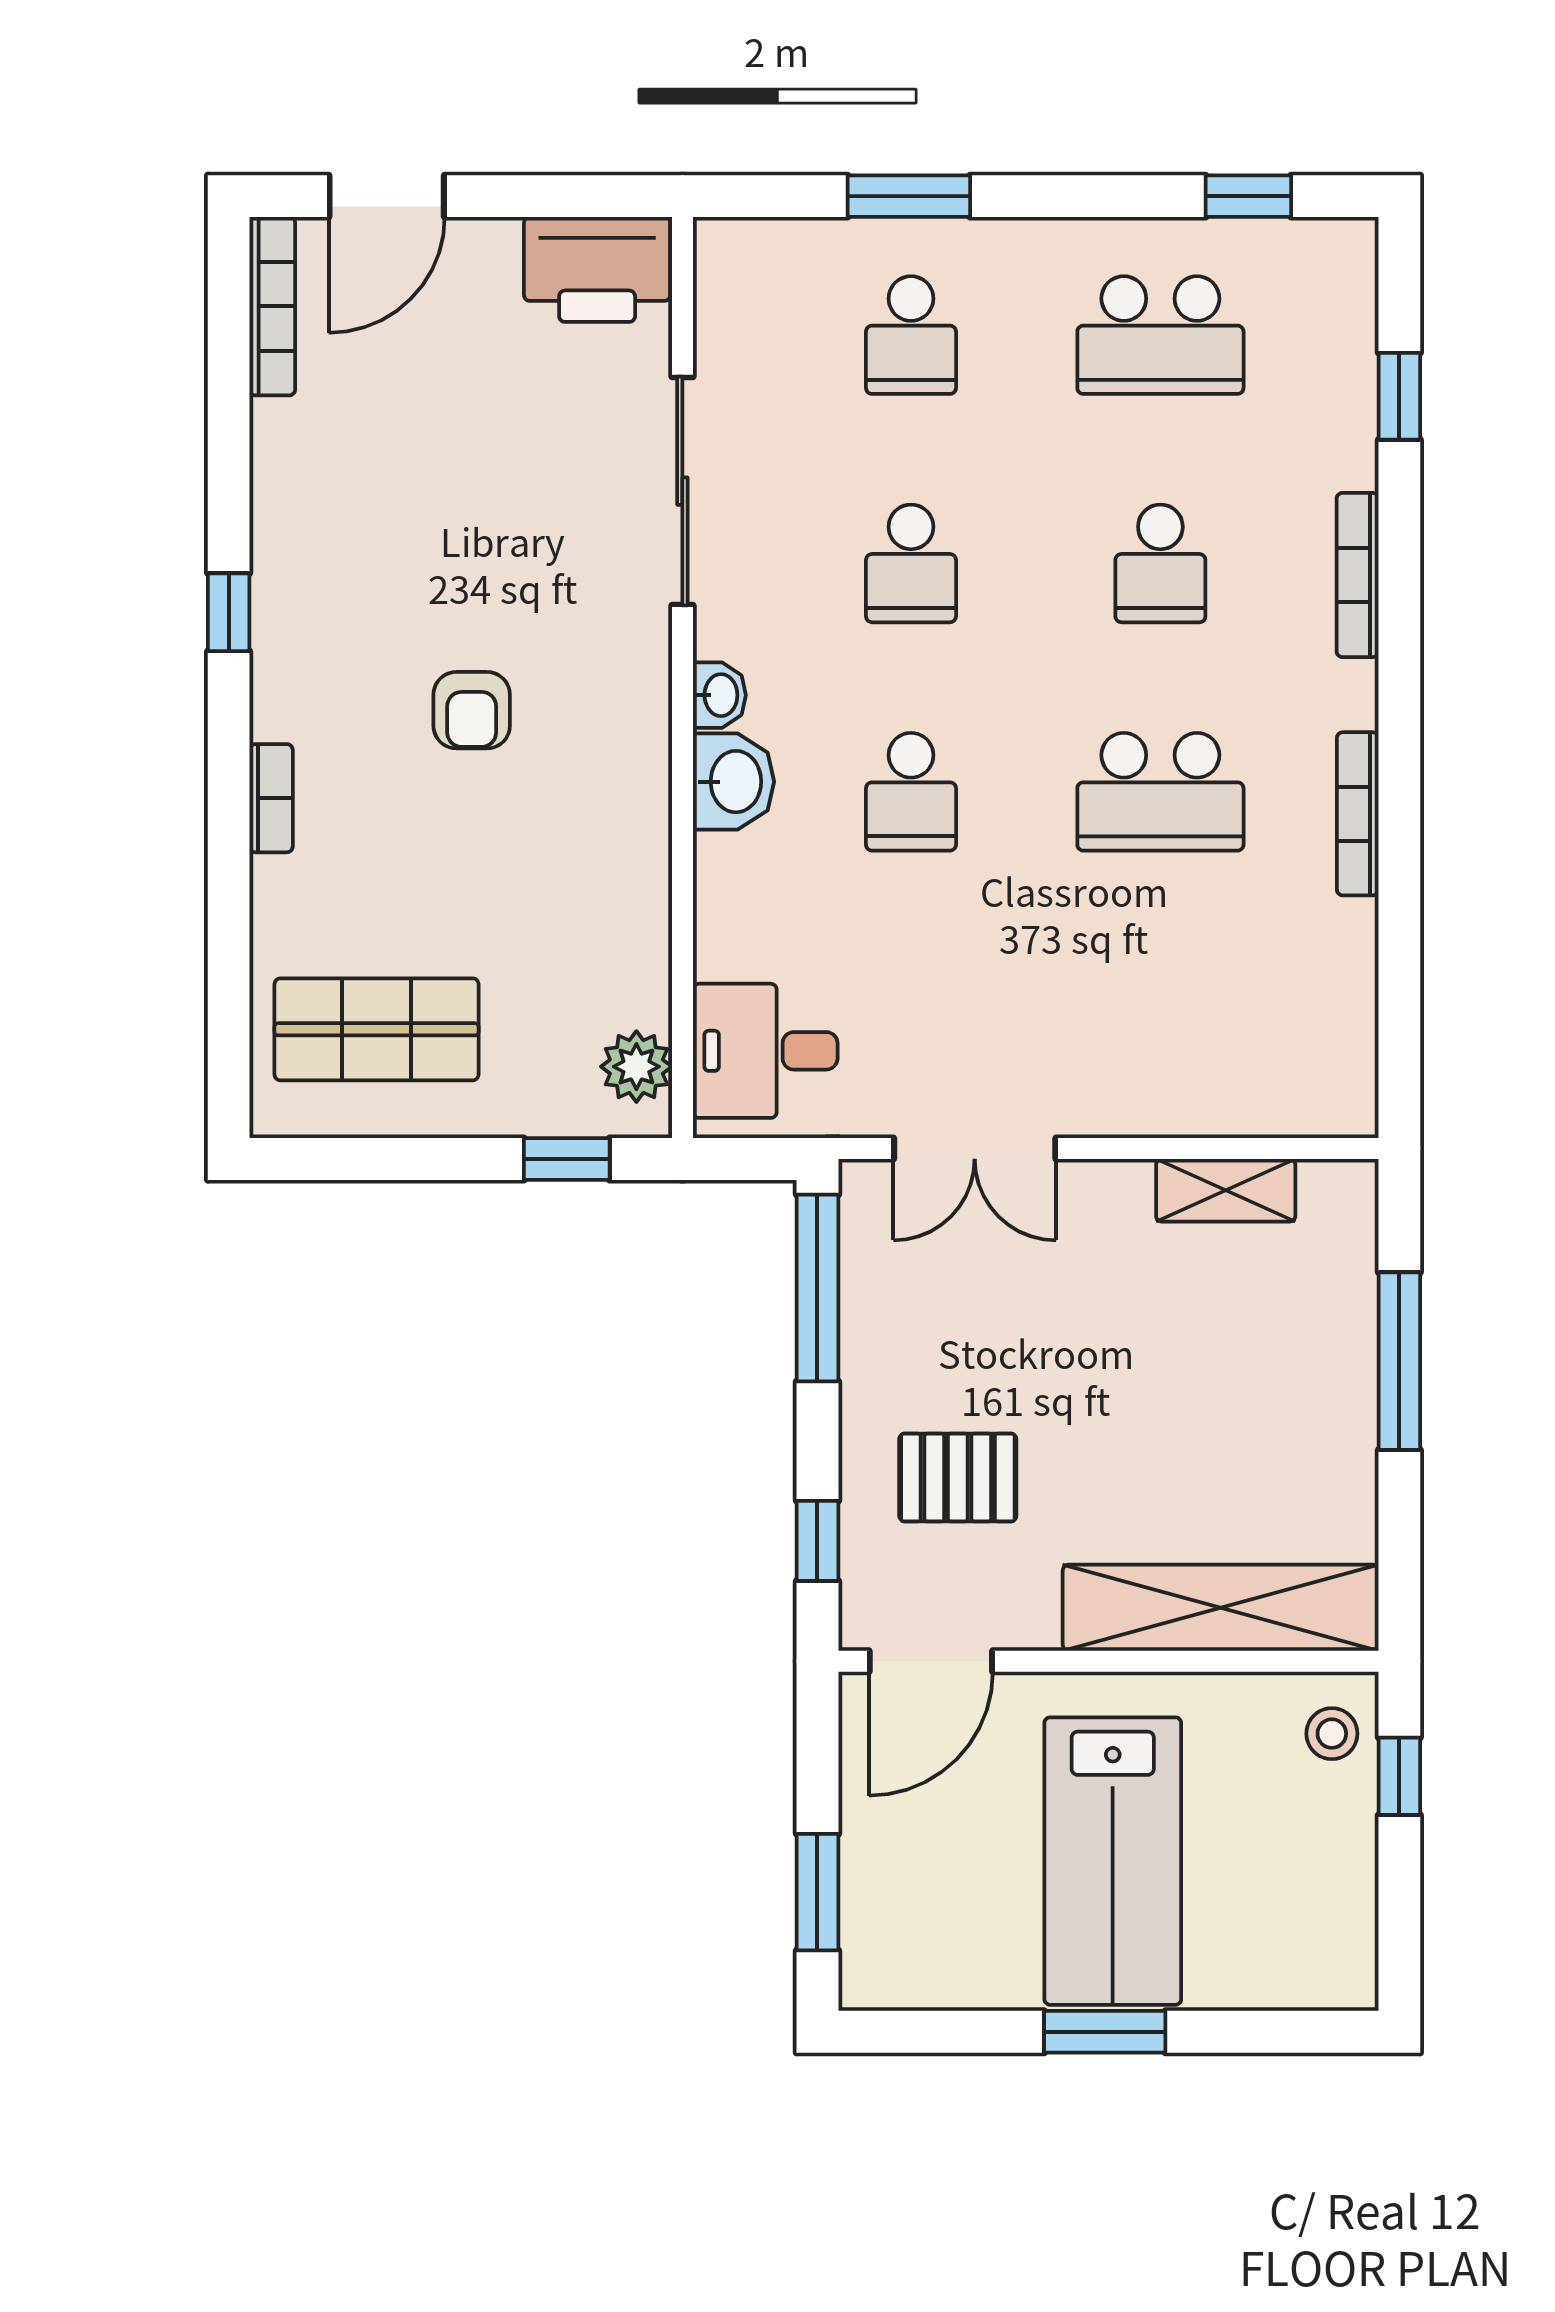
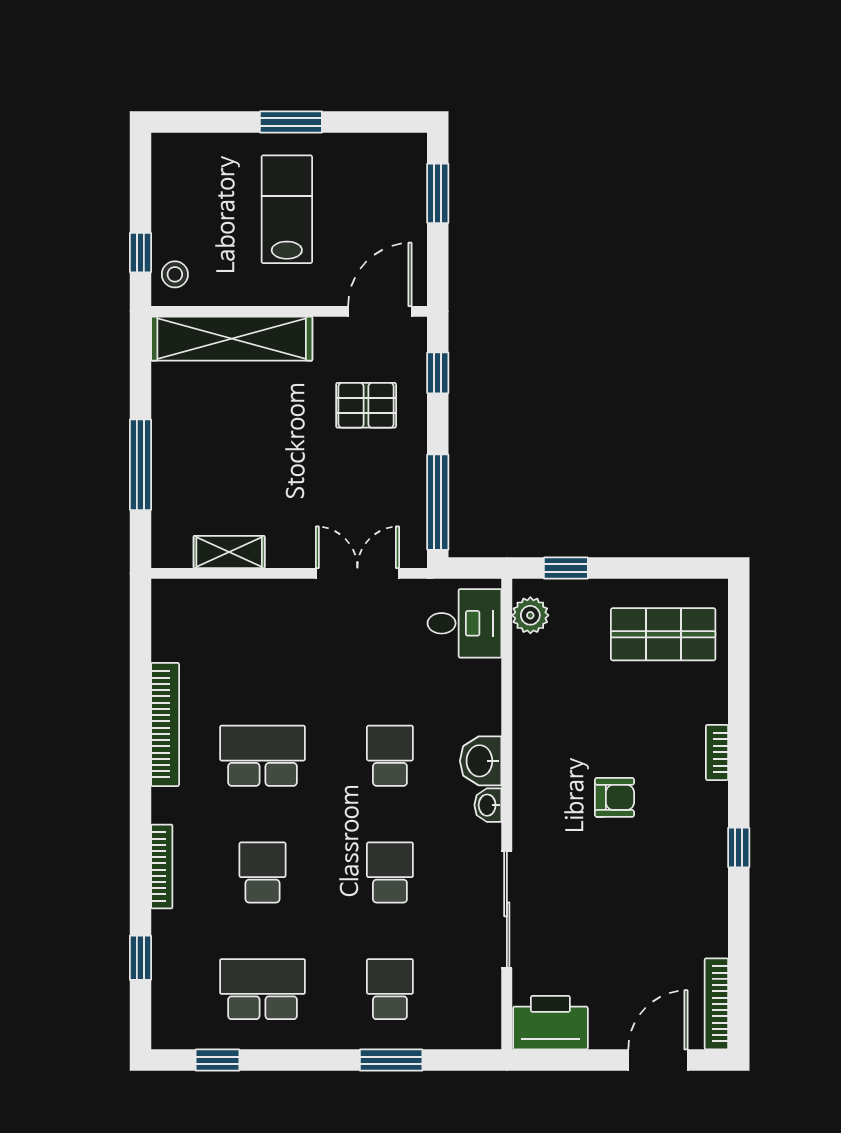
armchair: (472, 710) -> (614, 797), turned 90
bookcase: (1358, 814) -> (165, 724), width x1.48, depth x1.31
lab bench: (1113, 1861) -> (287, 209), width x0.73, depth x0.72

